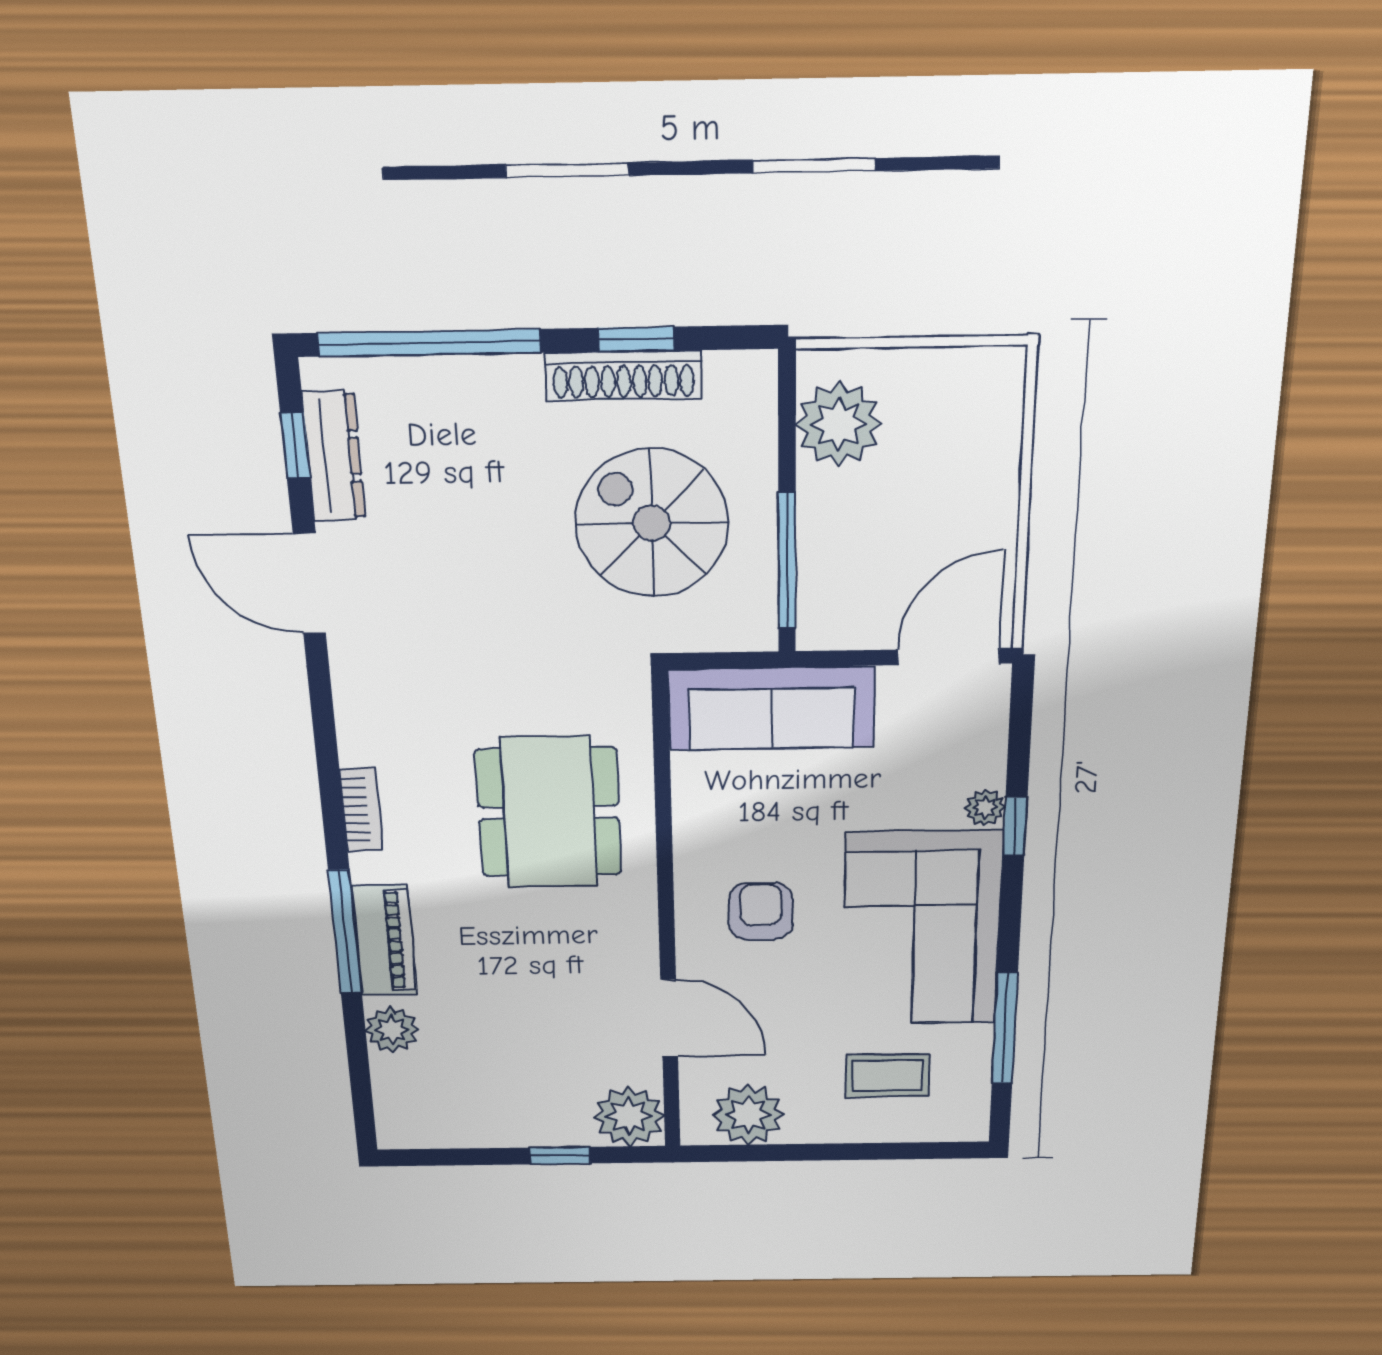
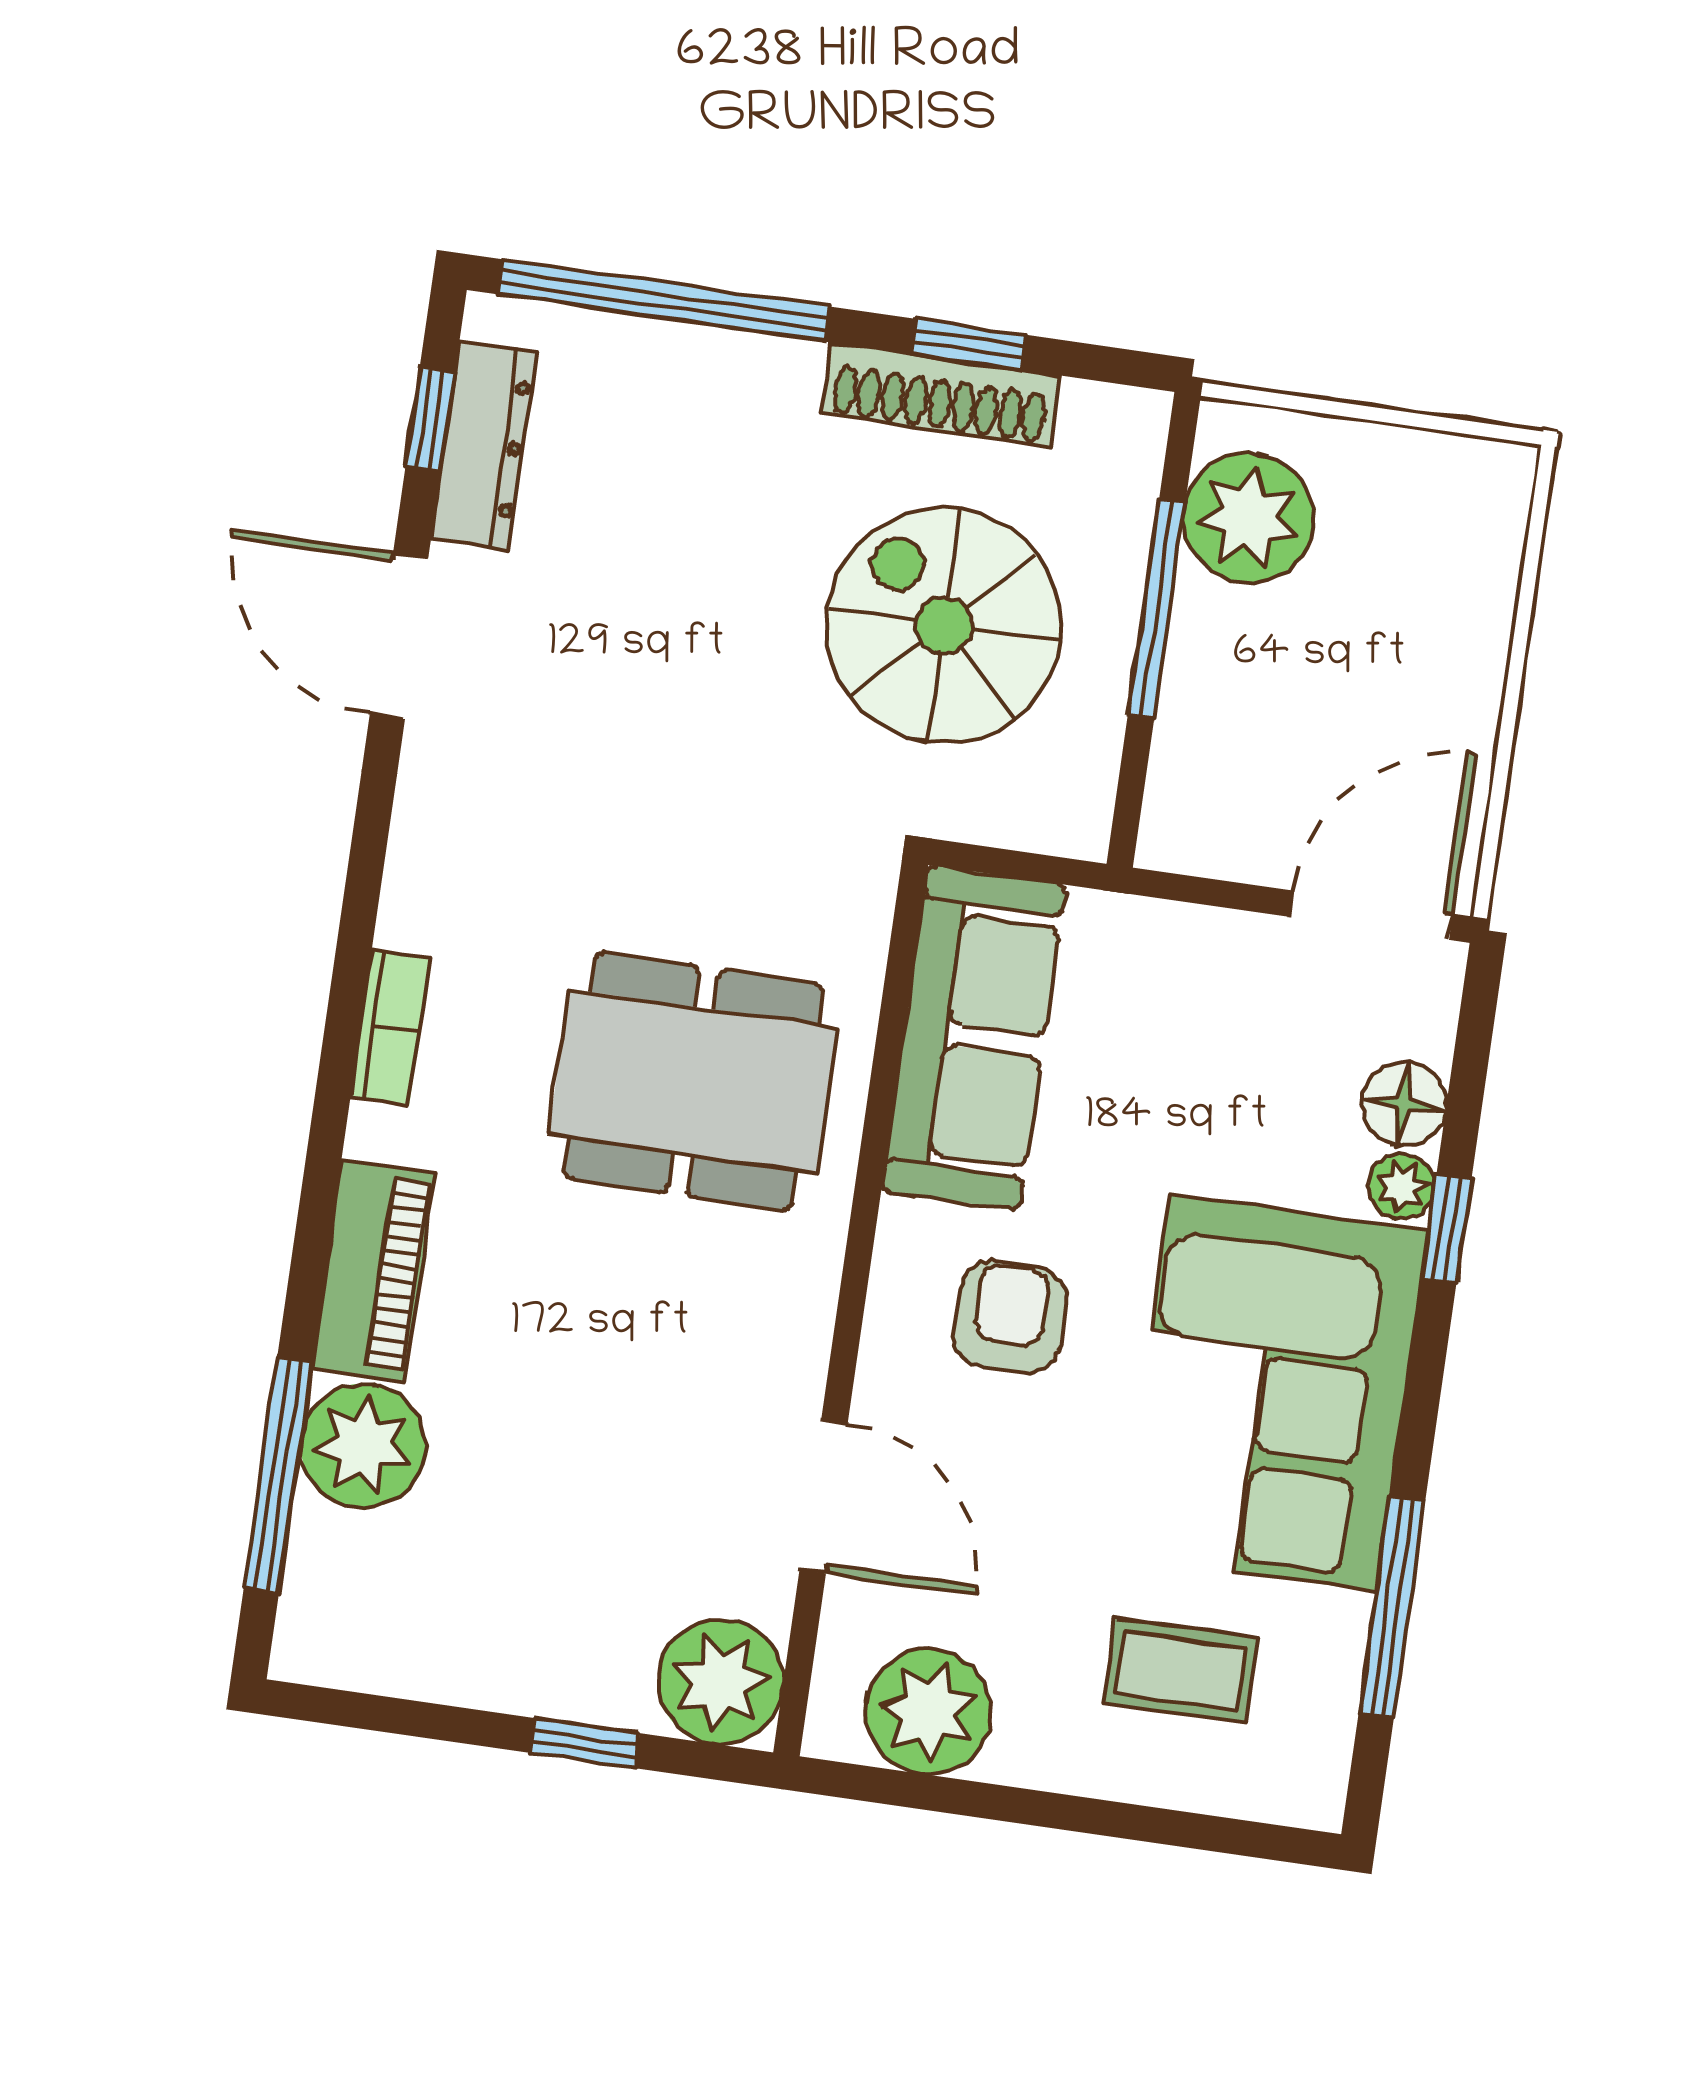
window: (787, 561) -> (1157, 608), moved
sofa: (771, 708) -> (974, 1038), moved, turned -90
floor lamp: (982, 762) -> (1404, 1104), added
dining table: (549, 812) -> (693, 1081), turned 90
window: (345, 932) -> (278, 1475), moved
plant: (392, 1030) -> (363, 1446), width x1.36, depth x1.36

